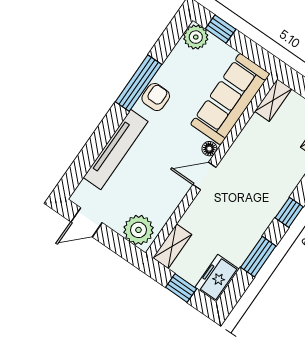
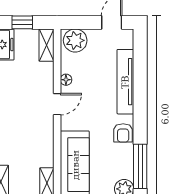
window: (139, 83) -> (140, 166), moved
floor lamp: (209, 149) -> (66, 80), moved

